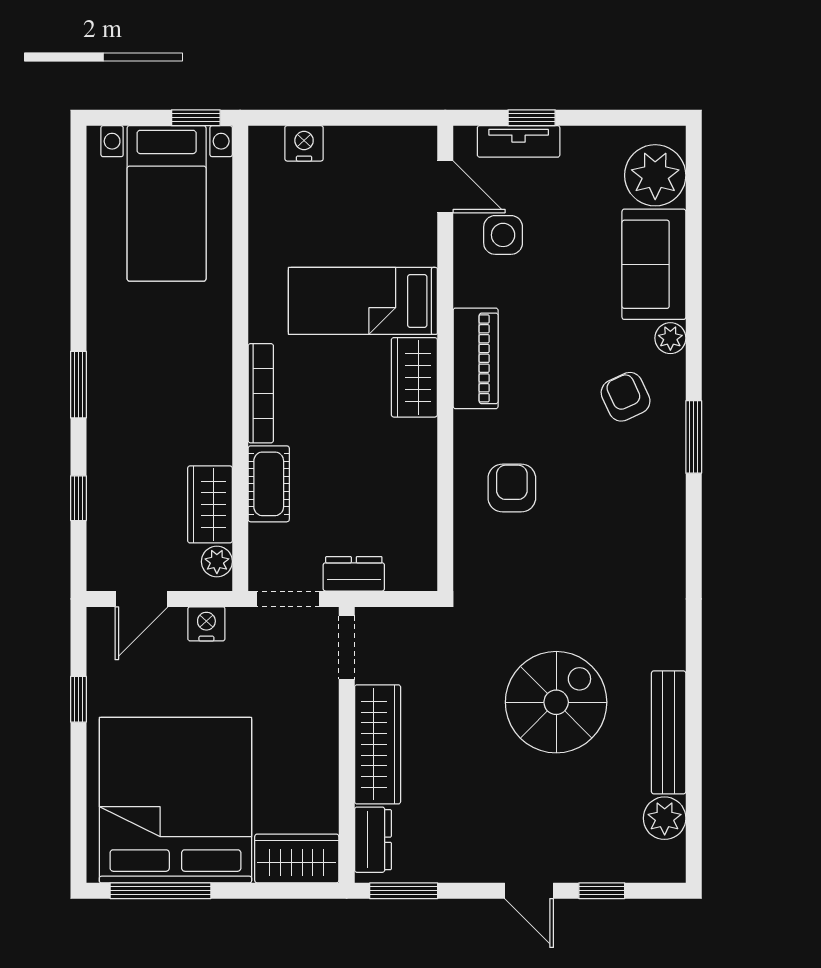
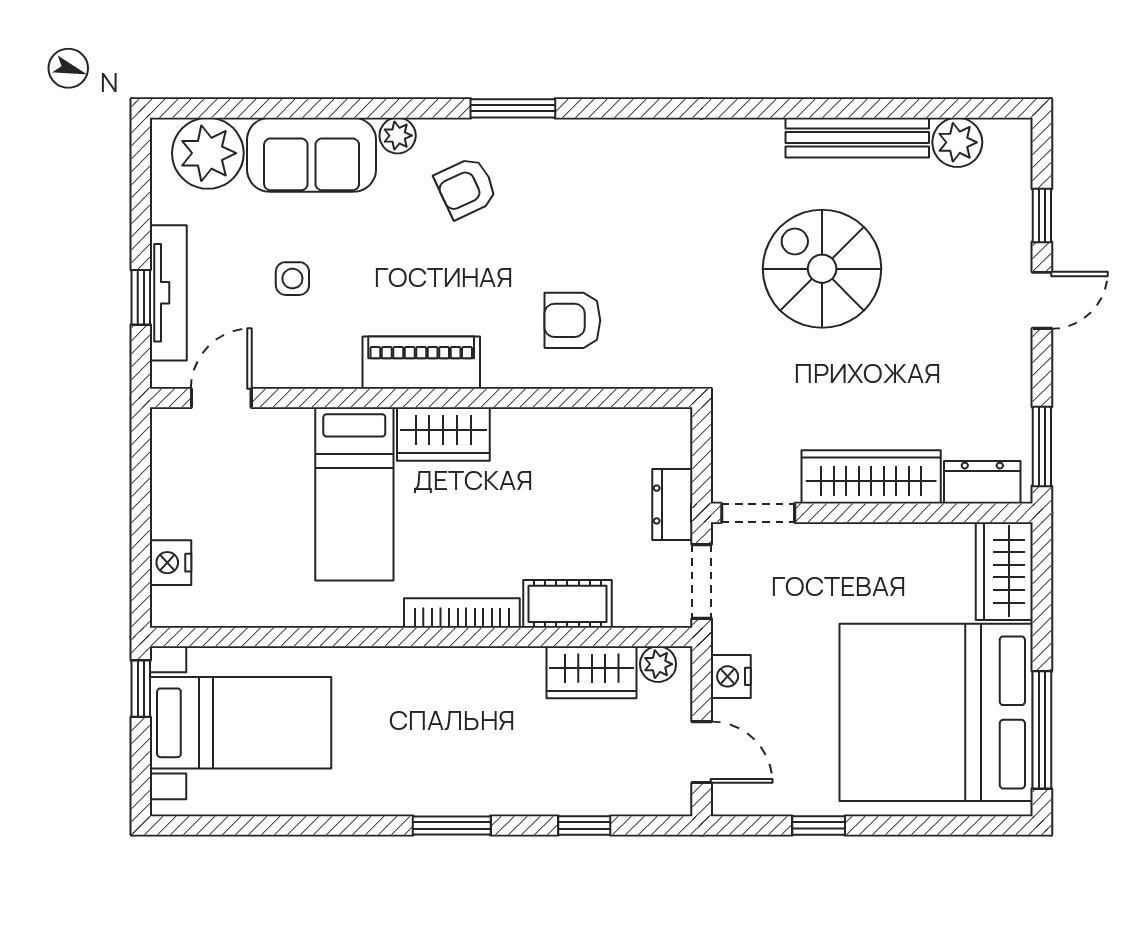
tv unit: (519, 141) -> (168, 293), width x1.41
side table: (503, 235) -> (292, 279), moved, width x0.73, depth x0.73

